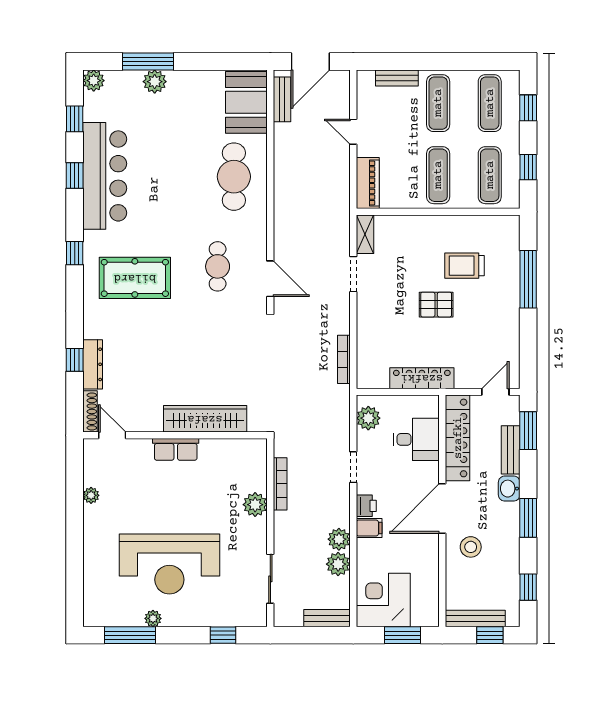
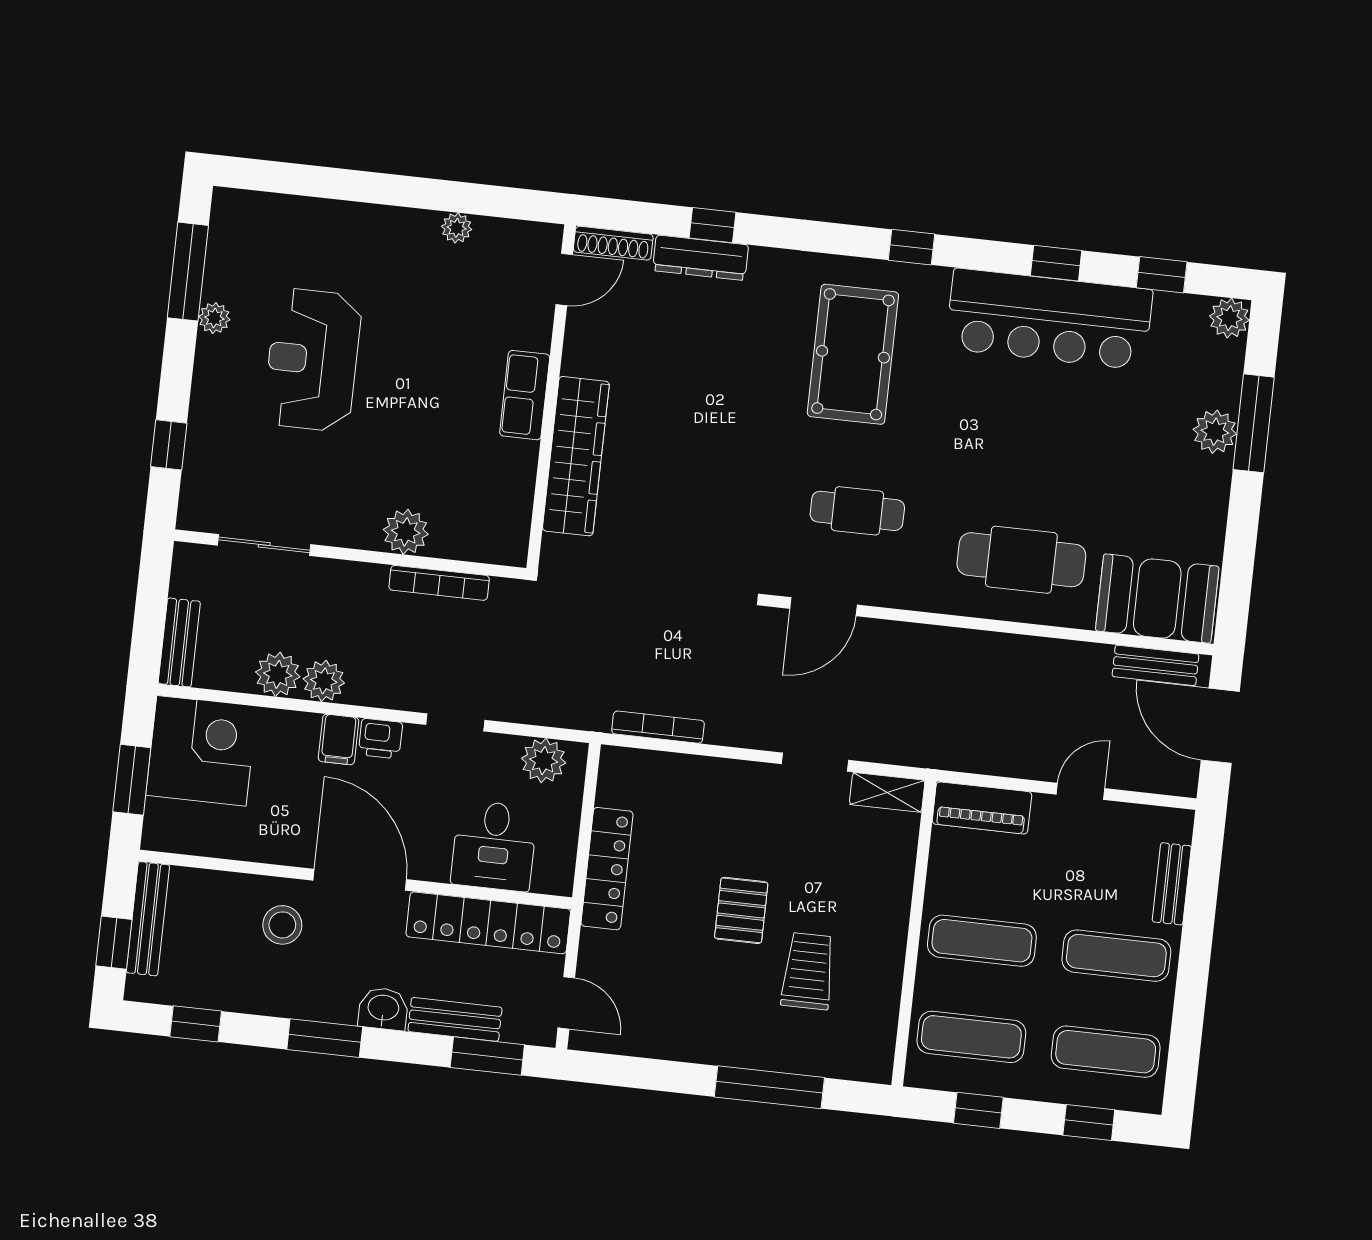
reception desk: (169, 564) -> (313, 360), width x0.74, depth x0.77

